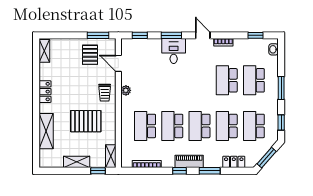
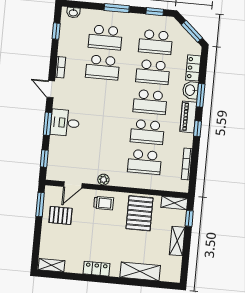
door: (203, 35) -> (51, 89), hinge flipped
pallet: (86, 121) -> (139, 213), moved
washbasin: (214, 161) -> (190, 90), added

